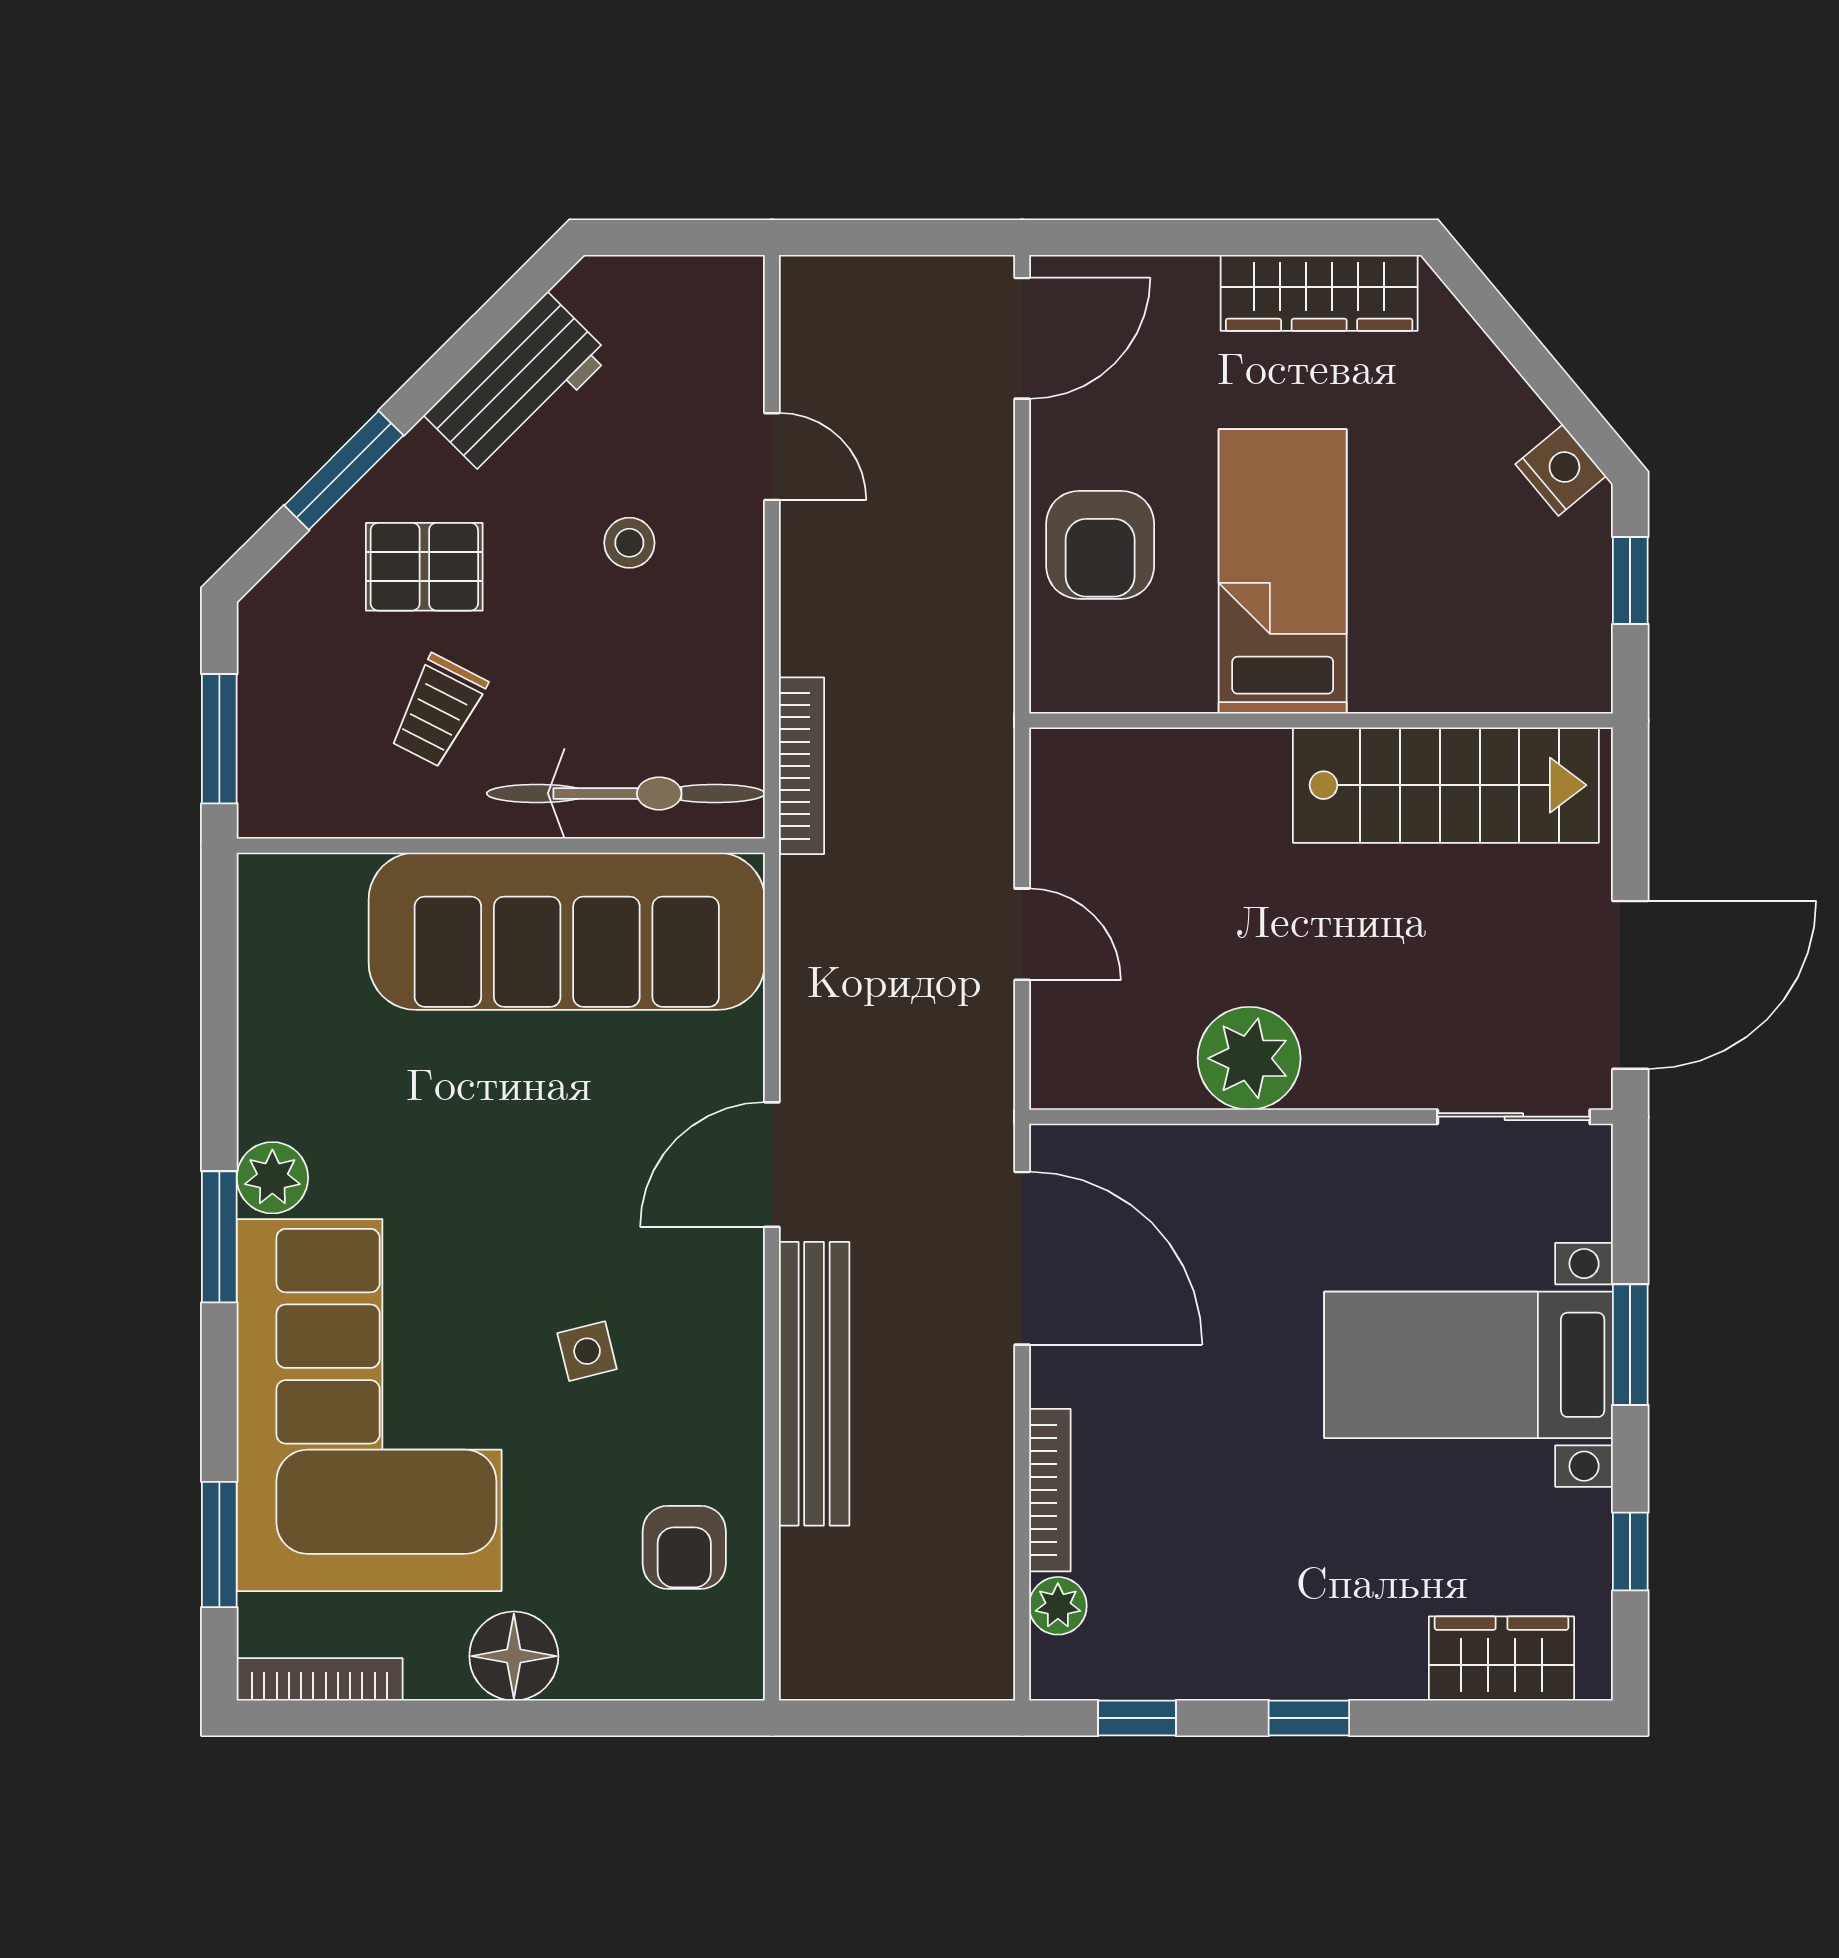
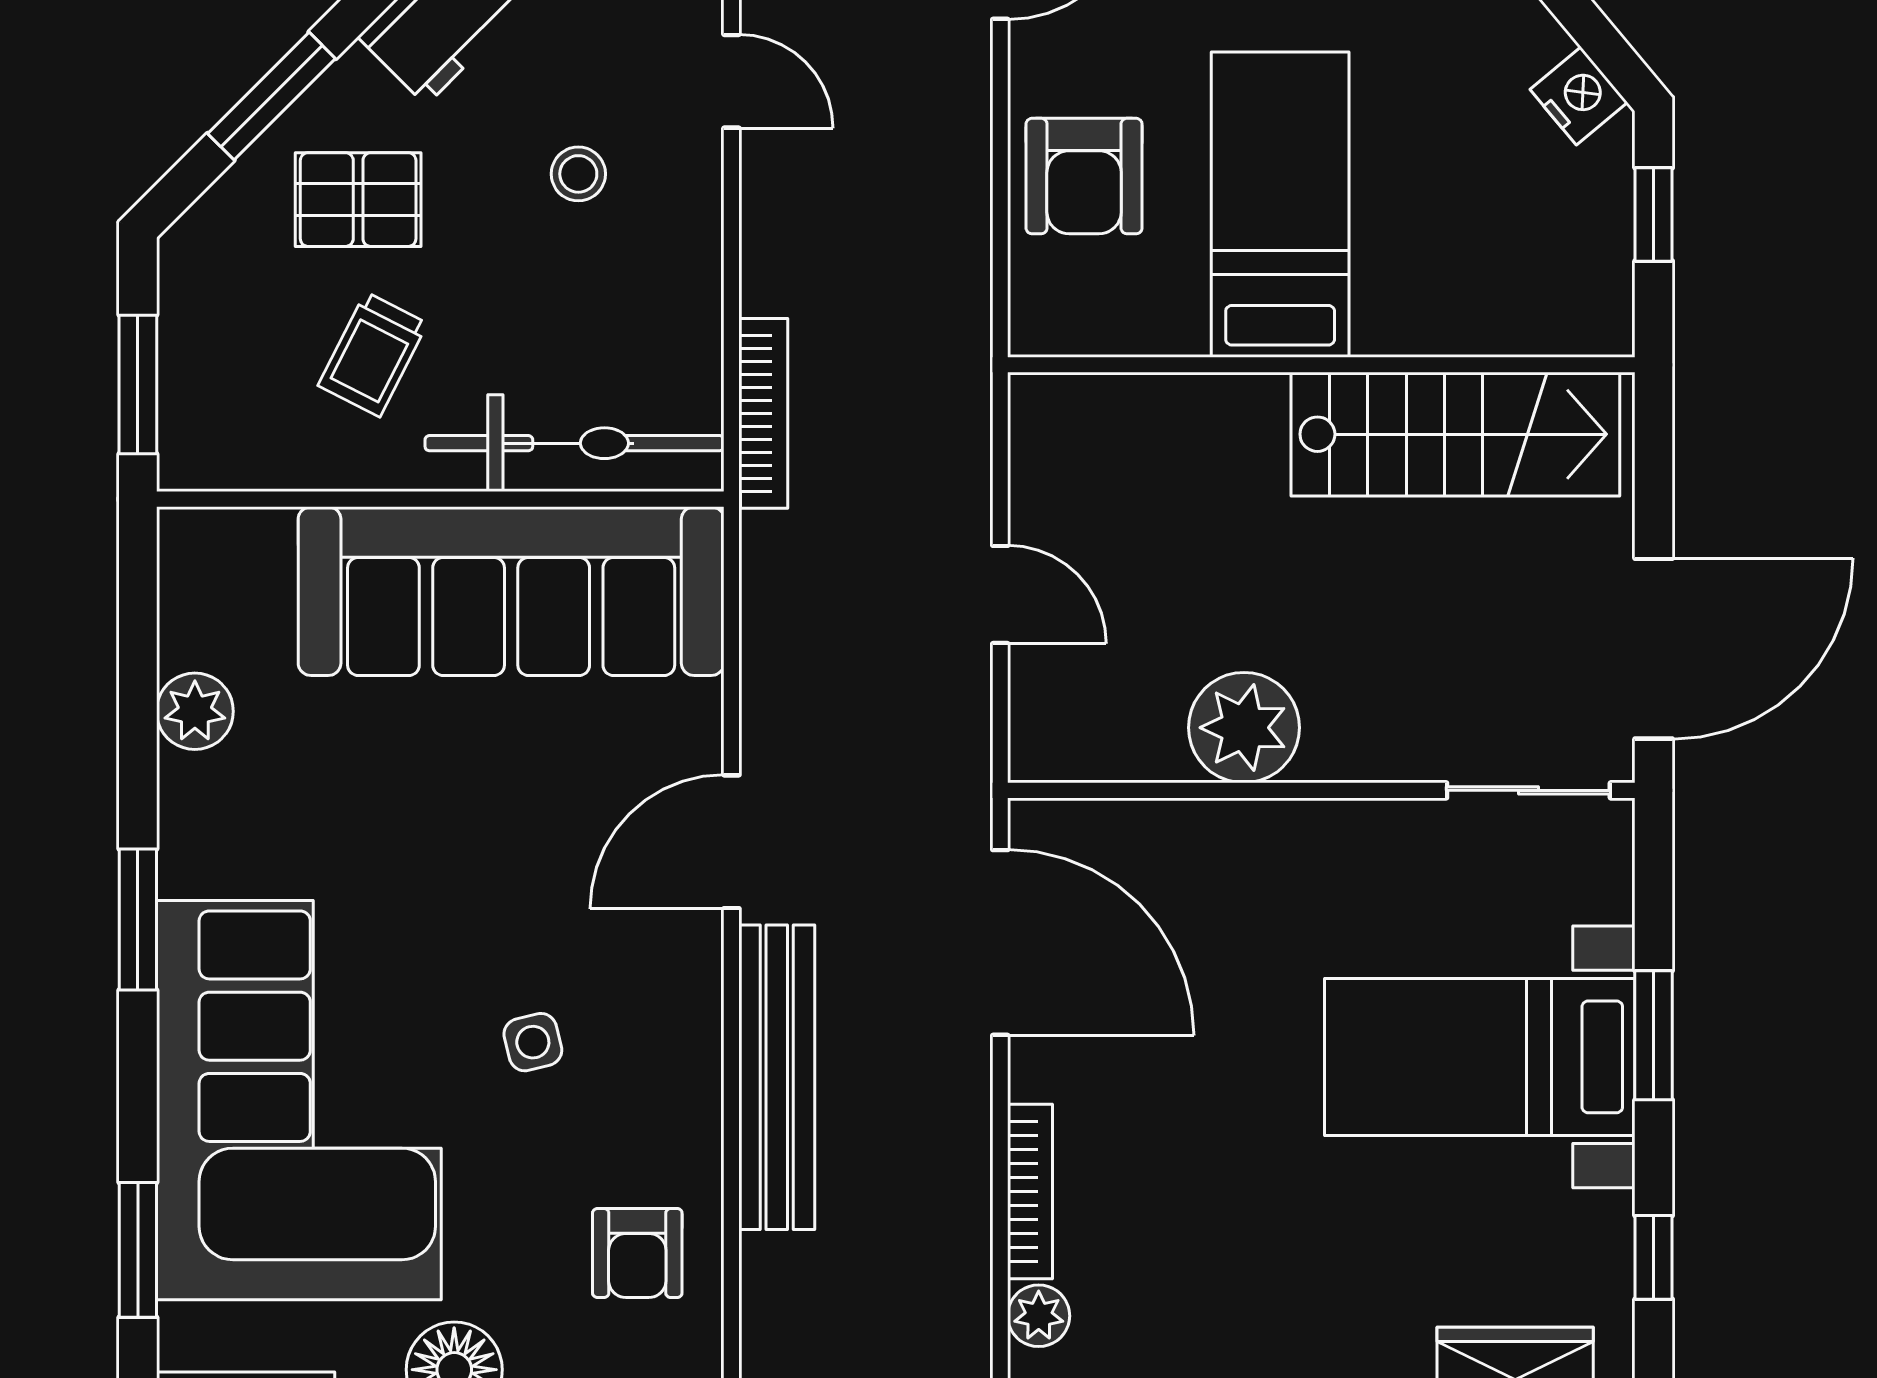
plant: (272, 1178) -> (195, 711), moved

